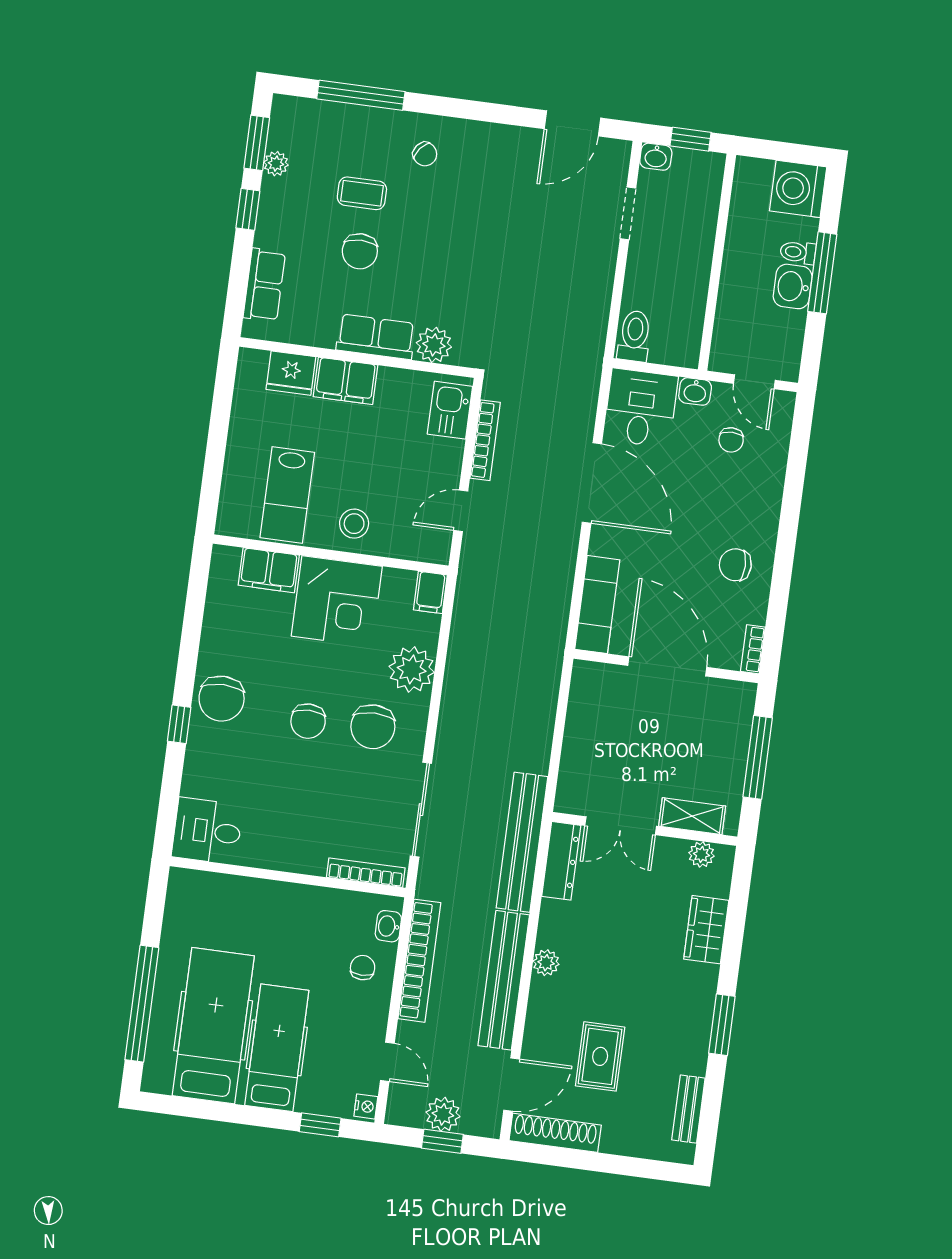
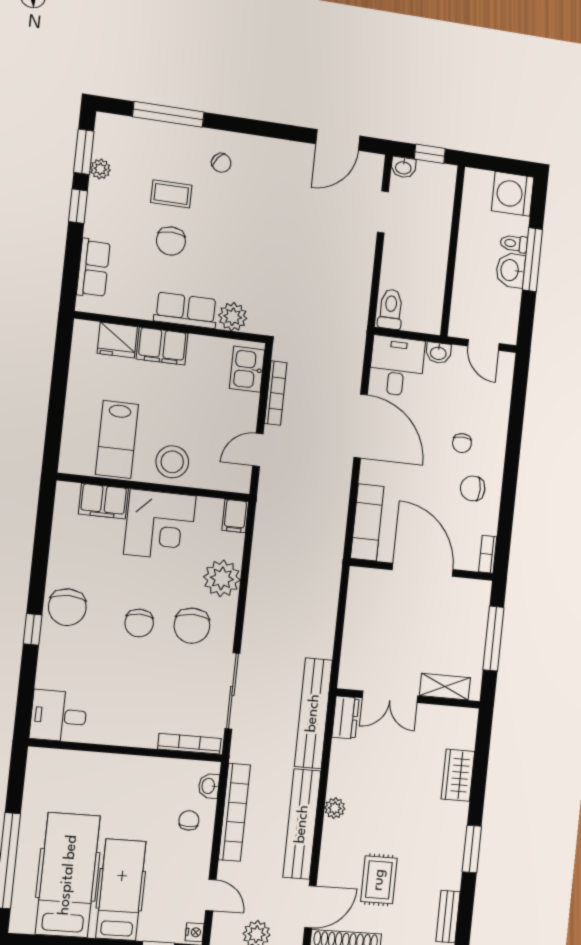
chair: (731, 440) -> (462, 443), moved
stool: (354, 524) -> (172, 462), width x1.38, depth x1.38
plant: (701, 854) -> (453, 716), removed
dresser: (561, 861) -> (345, 718), width x0.70

